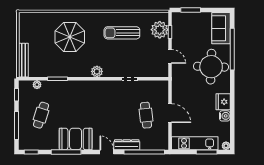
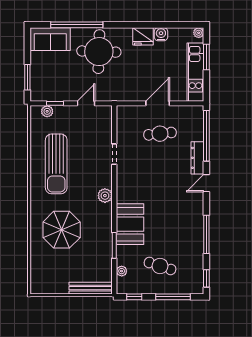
plant: (160, 30) -> (47, 111), width x0.53, depth x0.53
sun lounger: (122, 33) -> (56, 164), width x1.36, depth x1.34
booth: (76, 139) -> (130, 224), moved

